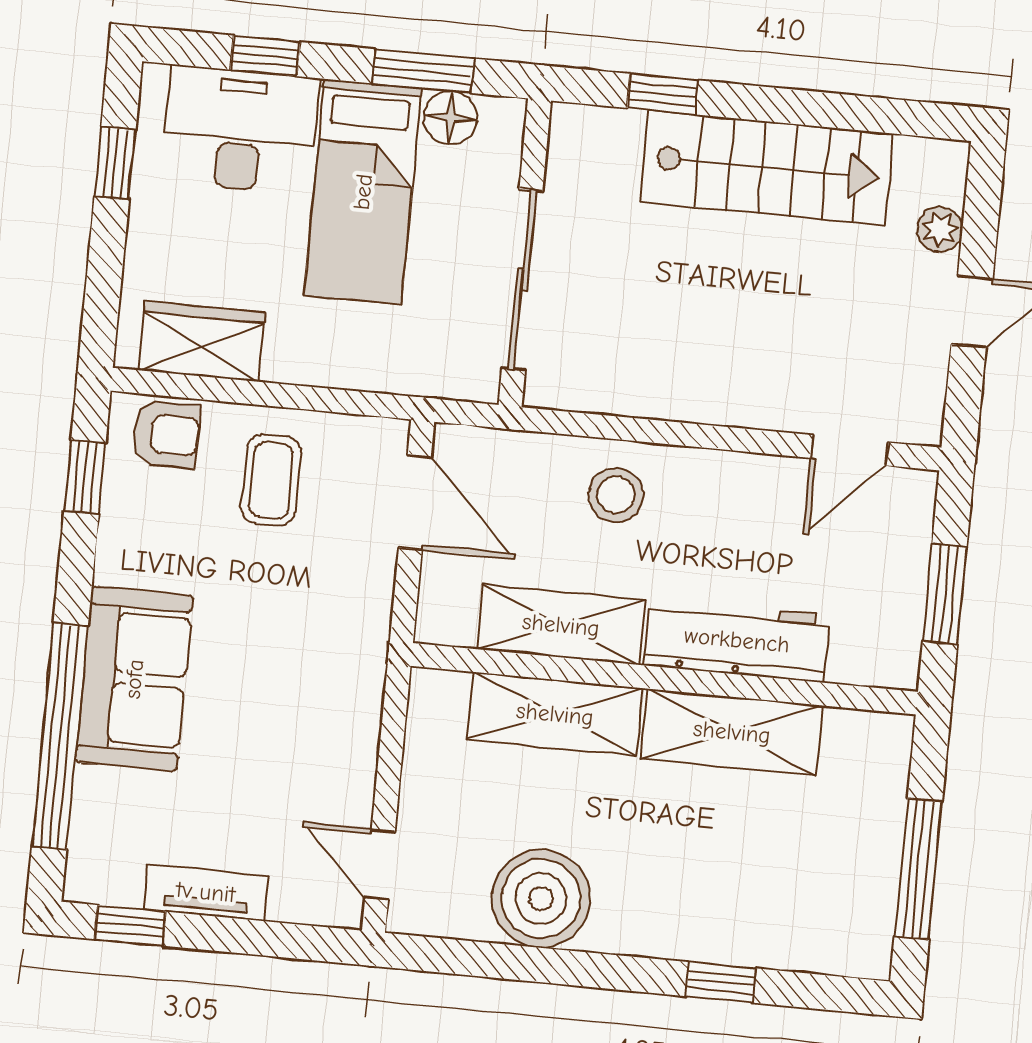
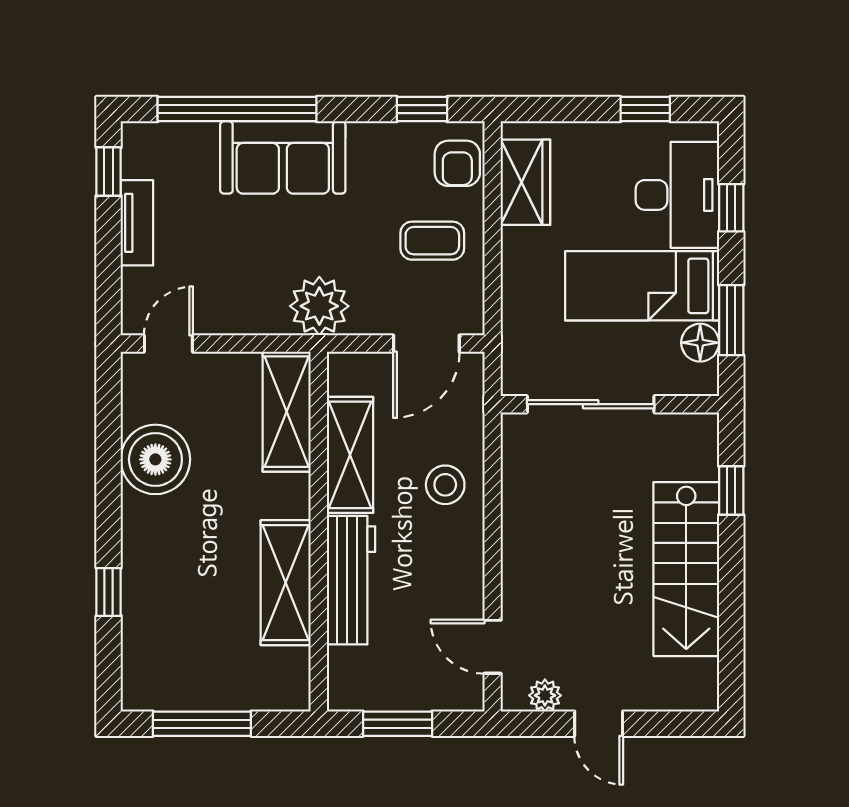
plant: (940, 229) -> (545, 695), moved
plant: (348, 648) -> (319, 306), added
shelving: (555, 714) -> (287, 412), moved

